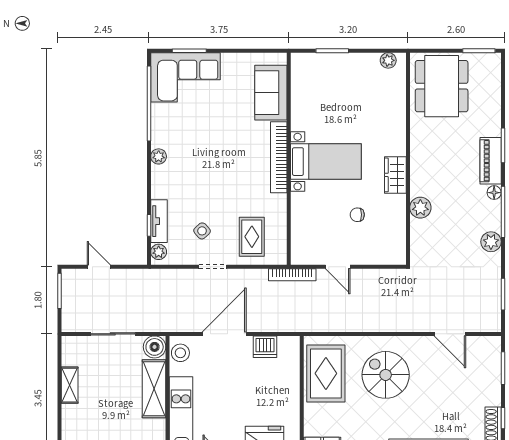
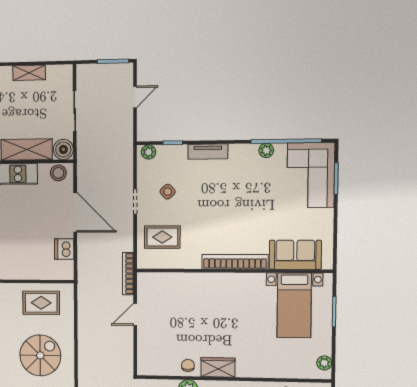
plant: (159, 156) -> (266, 150), moved
bed with nightstands: (326, 162) -> (294, 305), moved
chair: (357, 215) -> (188, 365), moved
tv unit: (159, 221) -> (208, 152), moved
rug: (326, 373) -> (41, 303), width x0.73, depth x0.70

